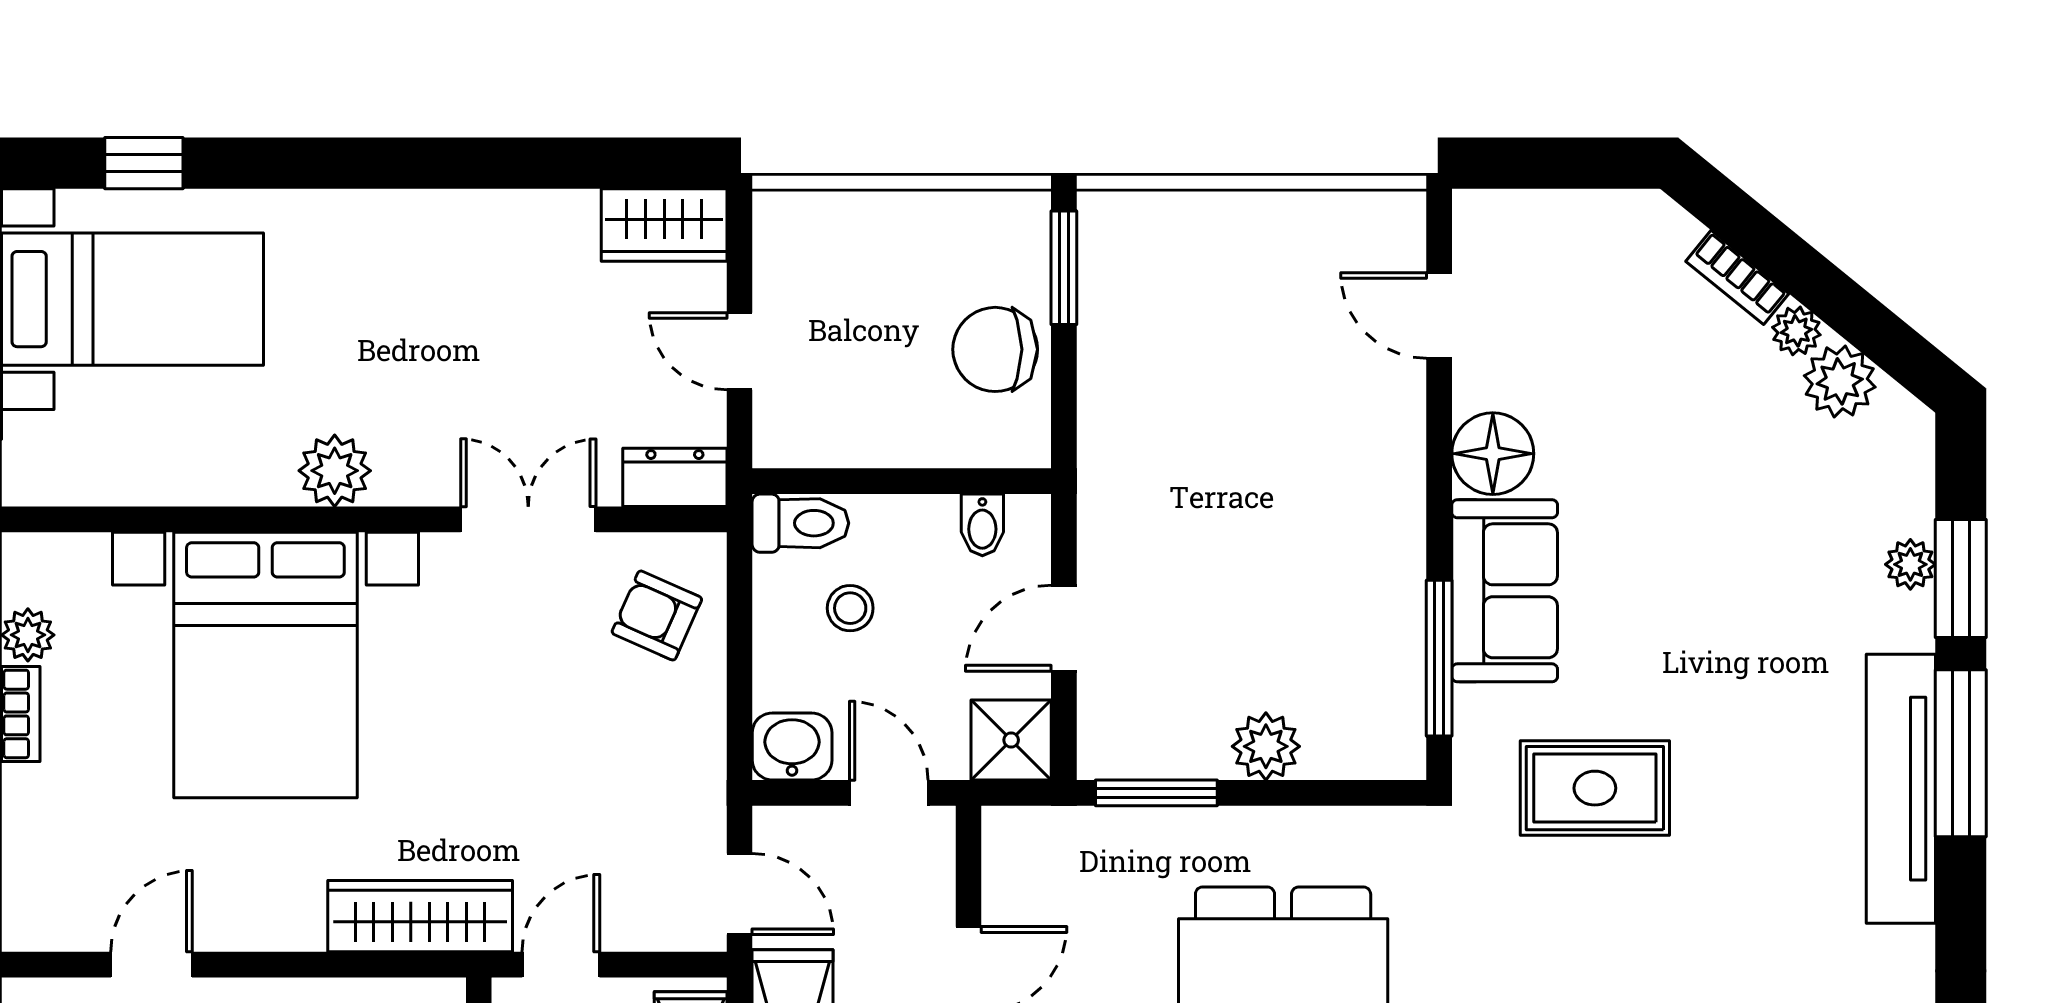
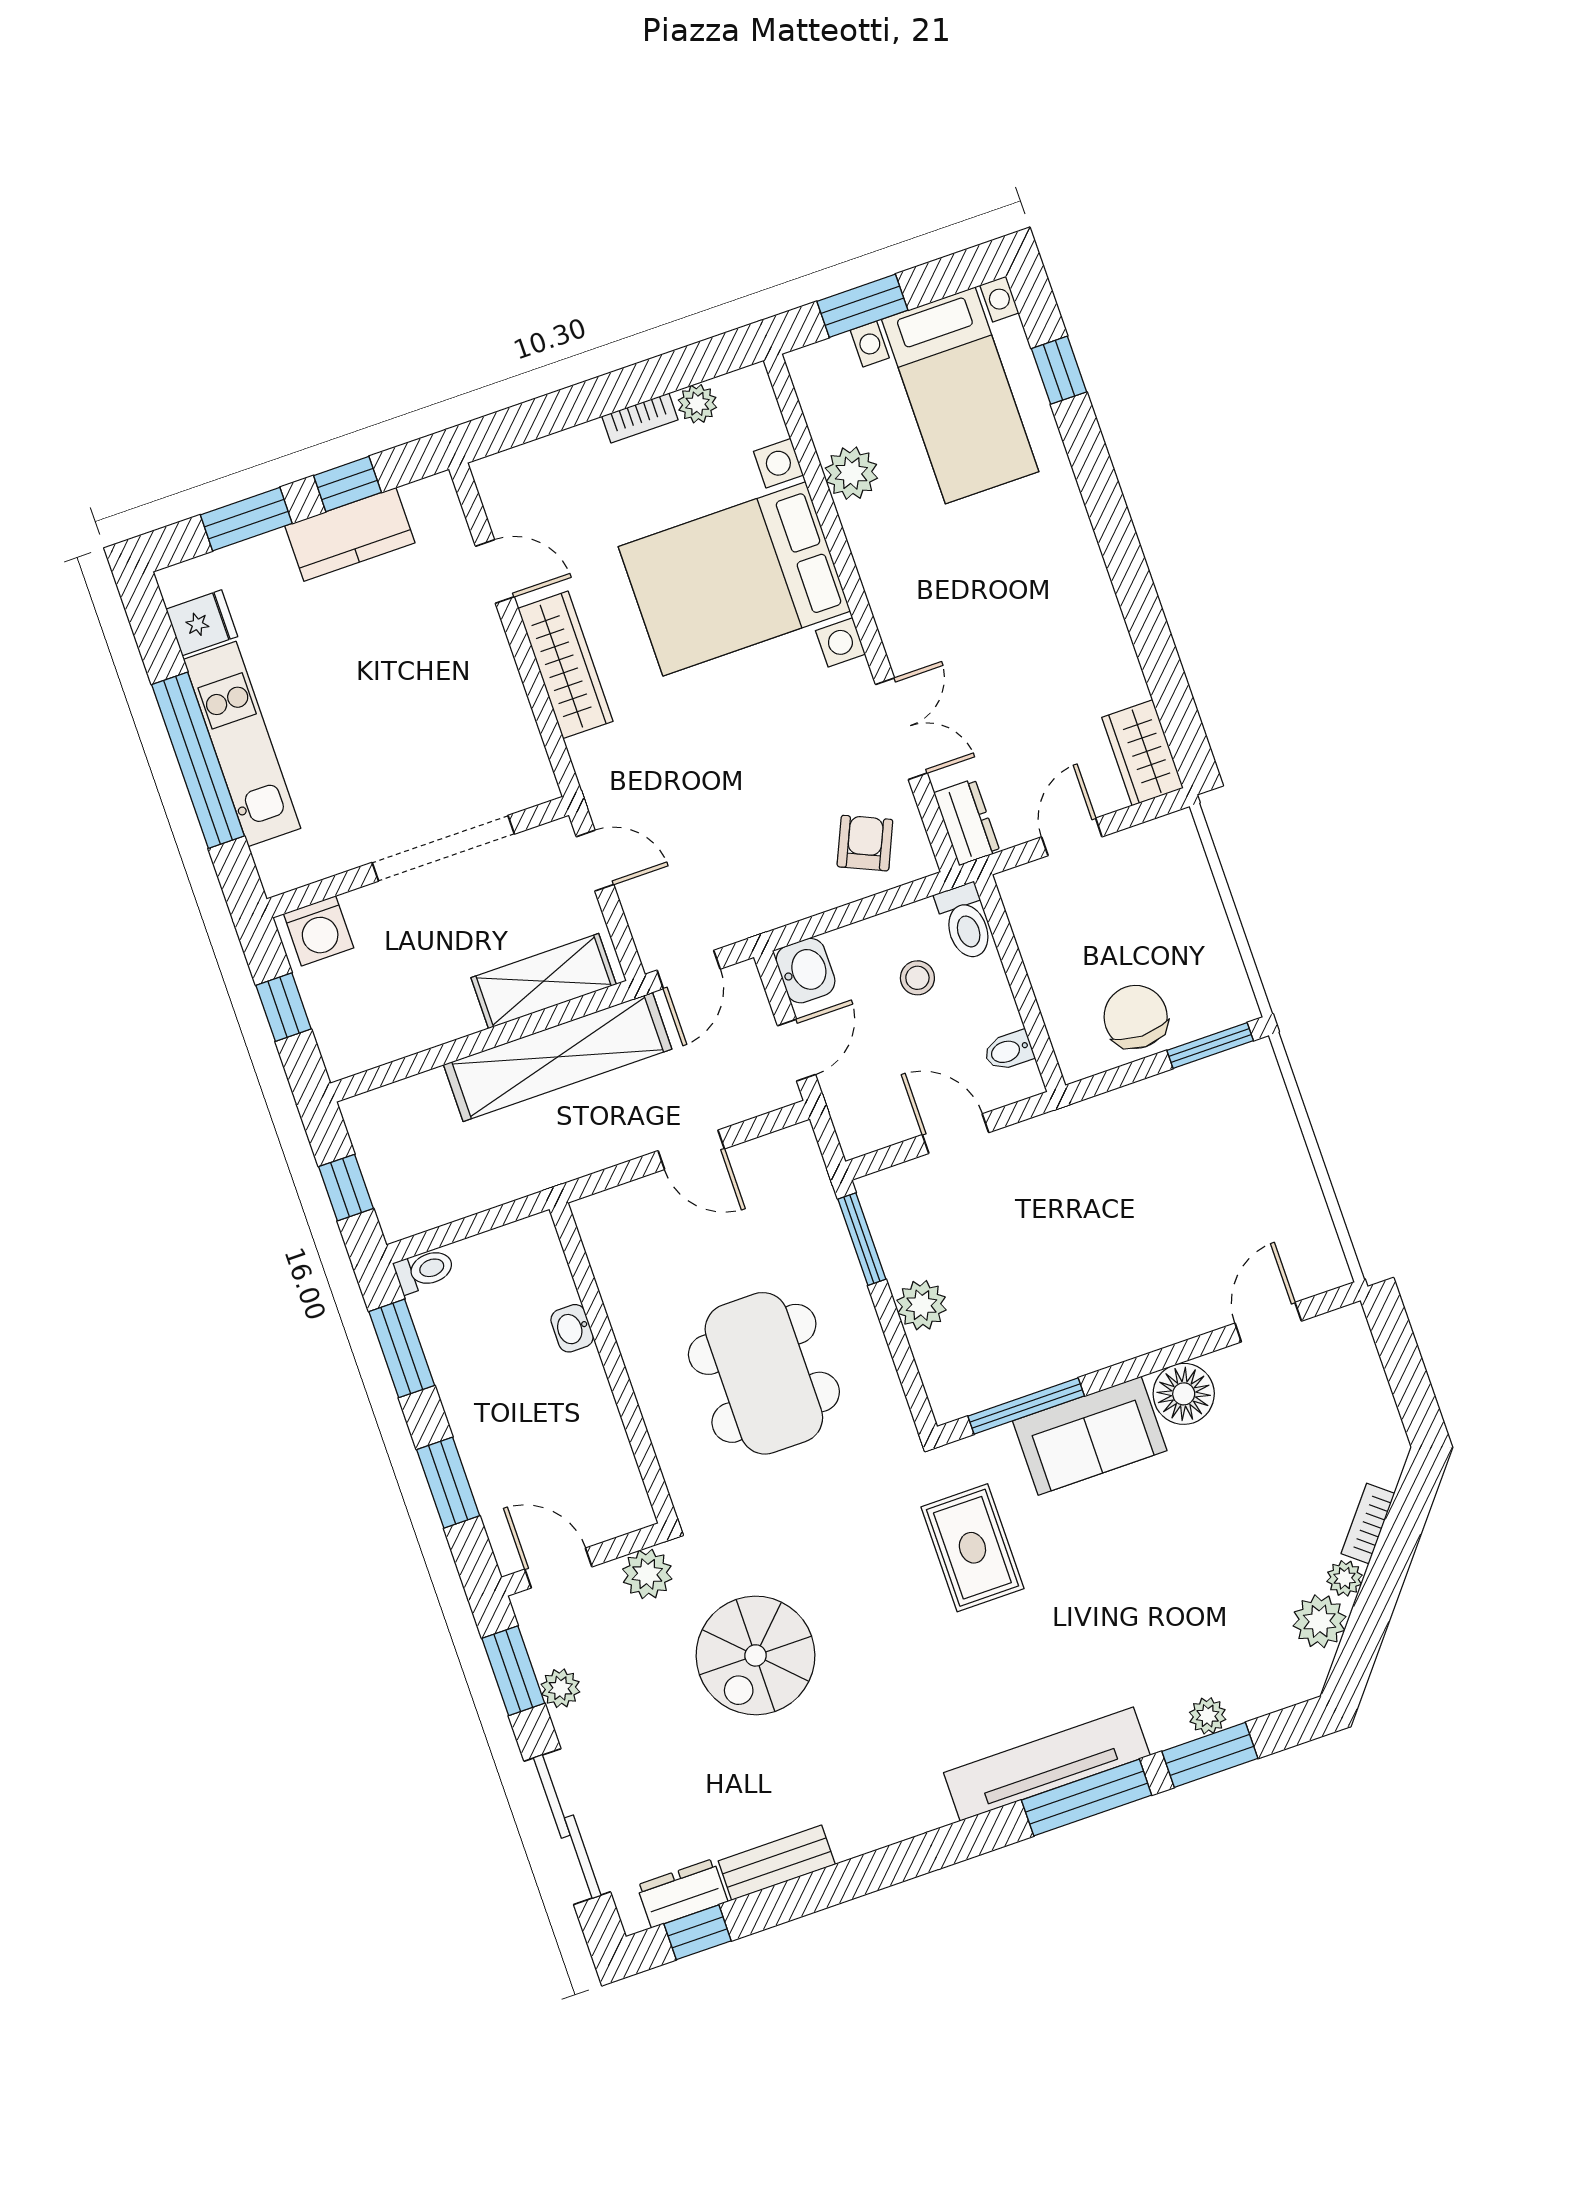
plant: (335, 471) -> (851, 473), moved
shower: (1011, 740) -> (864, 1124), removed
wardrobe: (420, 916) -> (565, 665), moved

